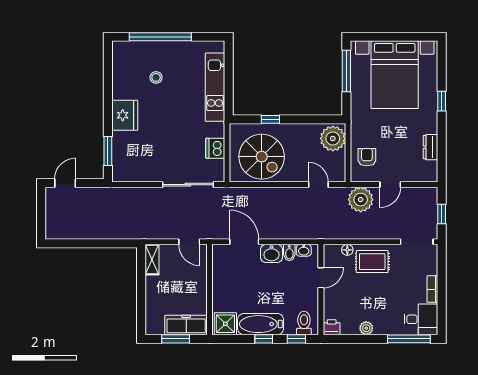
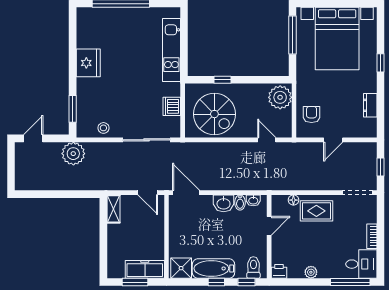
stool: (156, 77) -> (103, 128), moved
fridge: (125, 115) -> (88, 63), moved
plant: (361, 200) -> (73, 154), moved
door: (244, 242) -> (186, 193), moved

